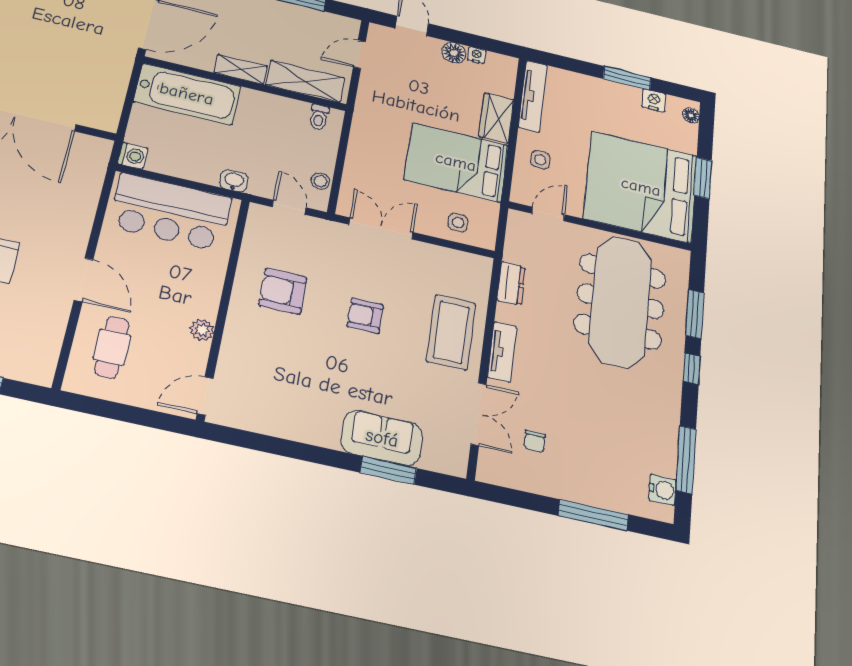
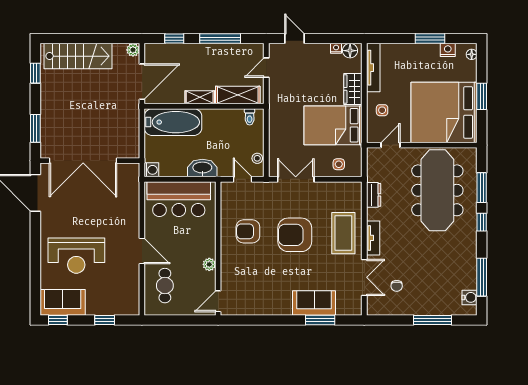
floor lamp: (454, 53) -> (350, 51), moved
washbasin: (234, 181) -> (202, 168), width x1.91, depth x1.45
armchair: (365, 316) -> (295, 235), width x1.88, depth x1.88

